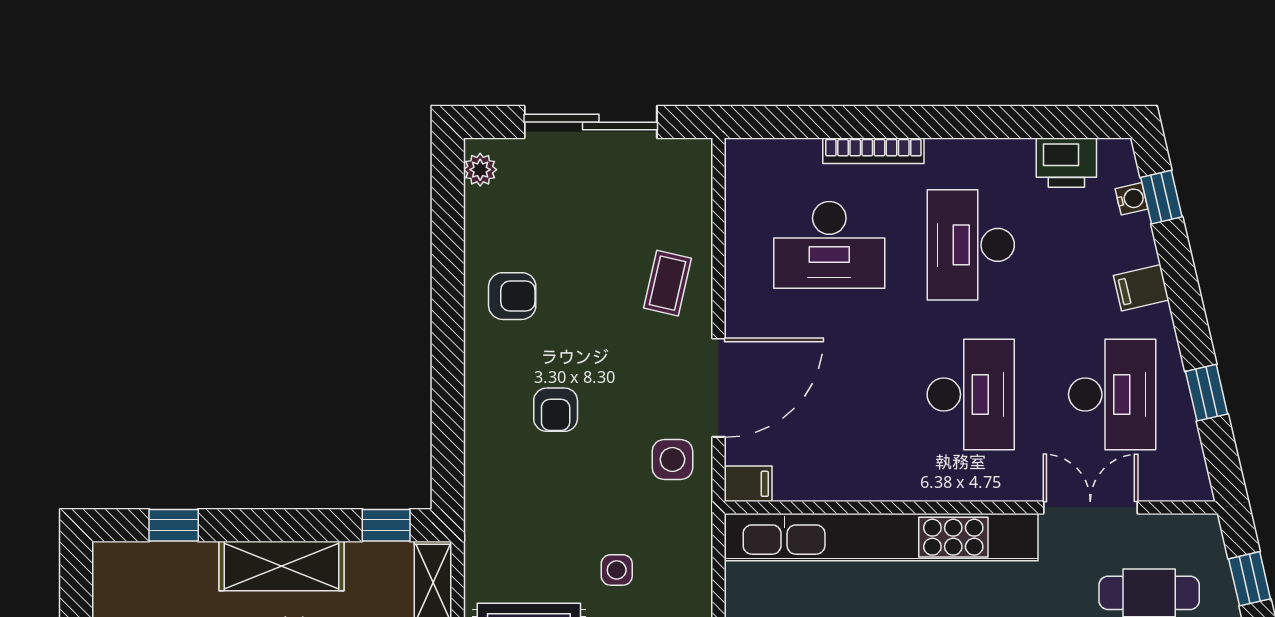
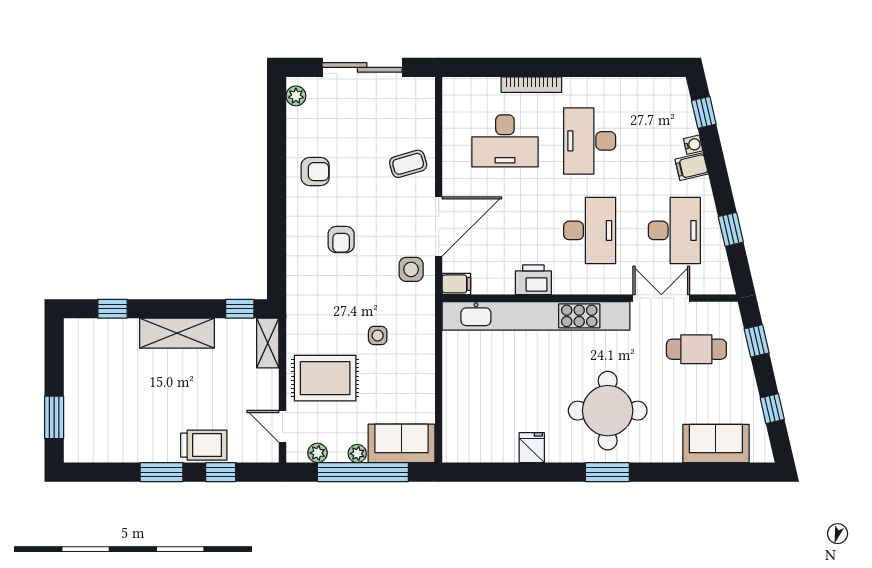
printer: (1066, 163) -> (533, 280), moved, turned 180
water cooler: (1132, 199) -> (693, 145), moved
coffee table: (668, 283) -> (408, 164), turned 61

